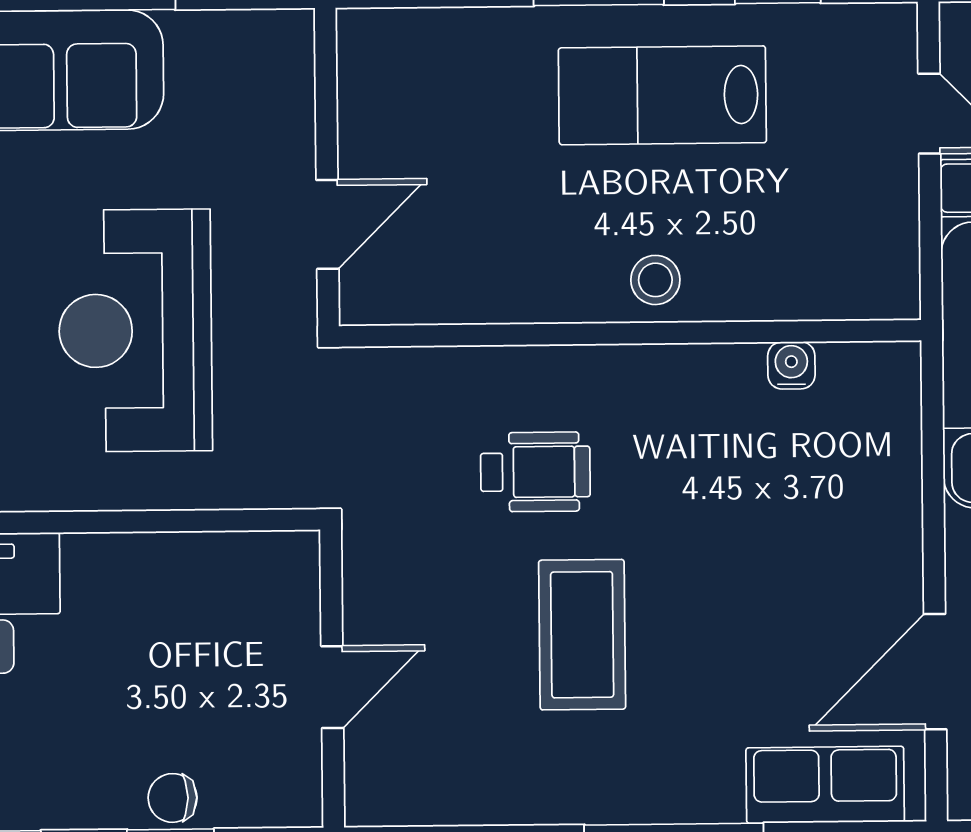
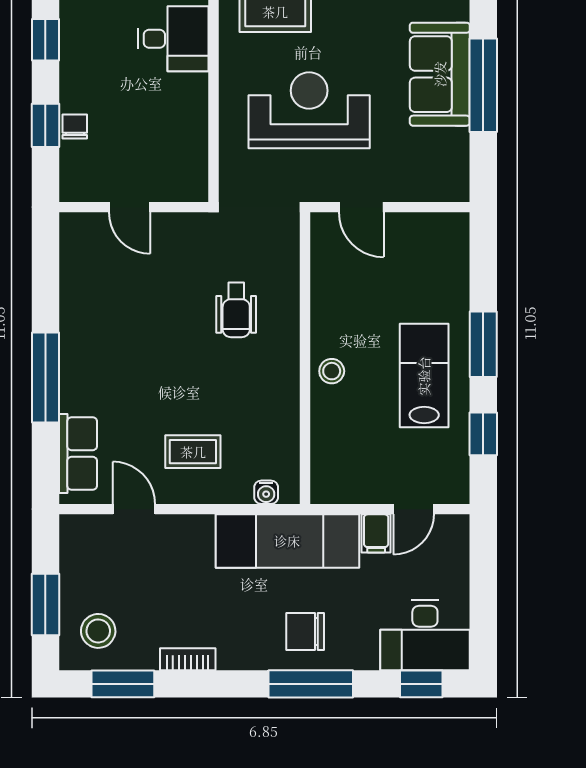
water cooler: (791, 365) -> (266, 492), moved, turned 90
coffee table: (582, 635) -> (193, 452), moved, width x0.73, depth x0.77
door: (935, 672) -> (134, 509), width x0.73

